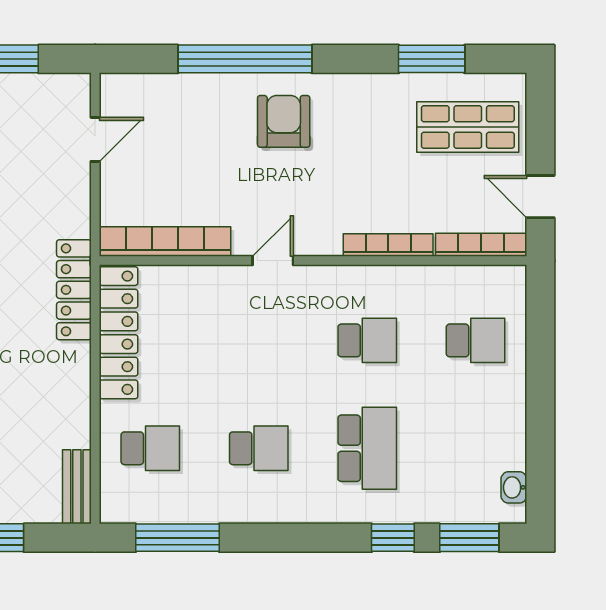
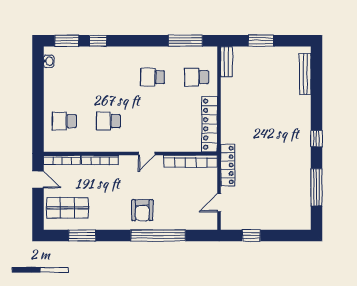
locker: (74, 290) -> (228, 165), moved
school desk: (367, 448) -> (108, 77), removed

